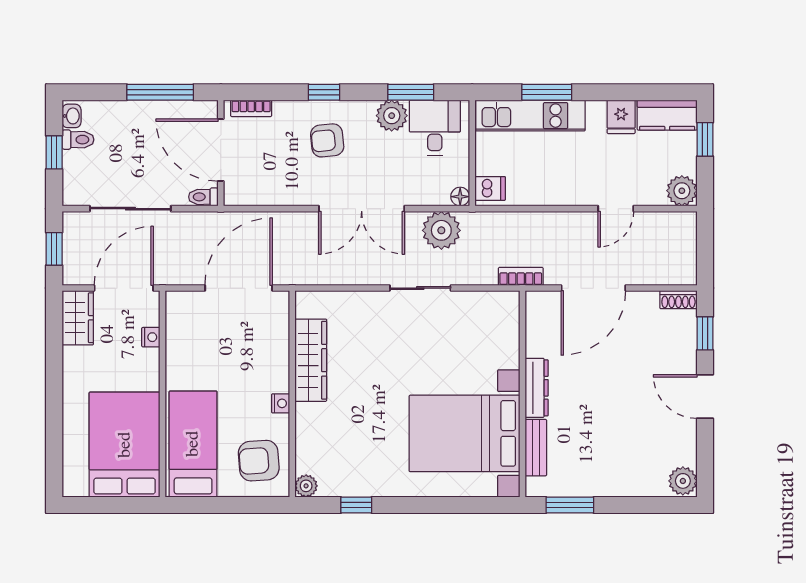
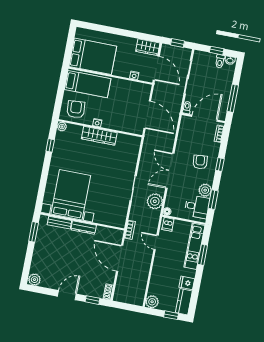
door: (616, 209) -> (156, 242), moved
wardrobe: (311, 360) -> (99, 136), moved

